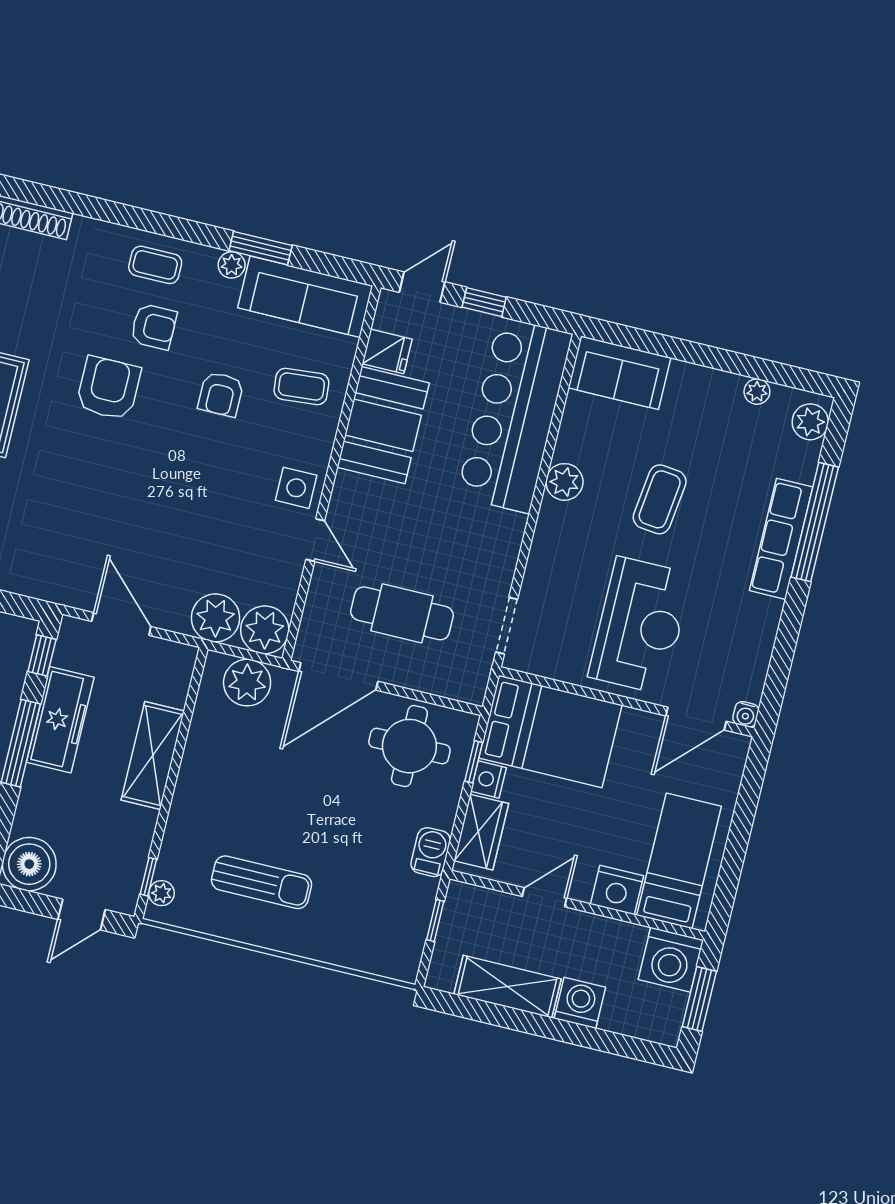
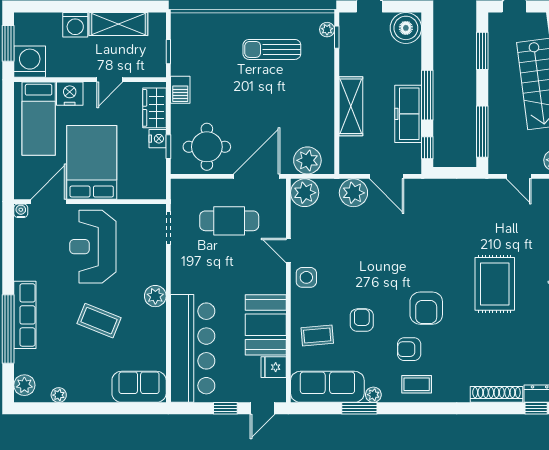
plant: (564, 482) -> (155, 296), moved
coffee table: (660, 499) -> (99, 321), turned -75
plant: (216, 618) -> (353, 193), moved
bed: (550, 731) -> (92, 162), moved, turned 90

